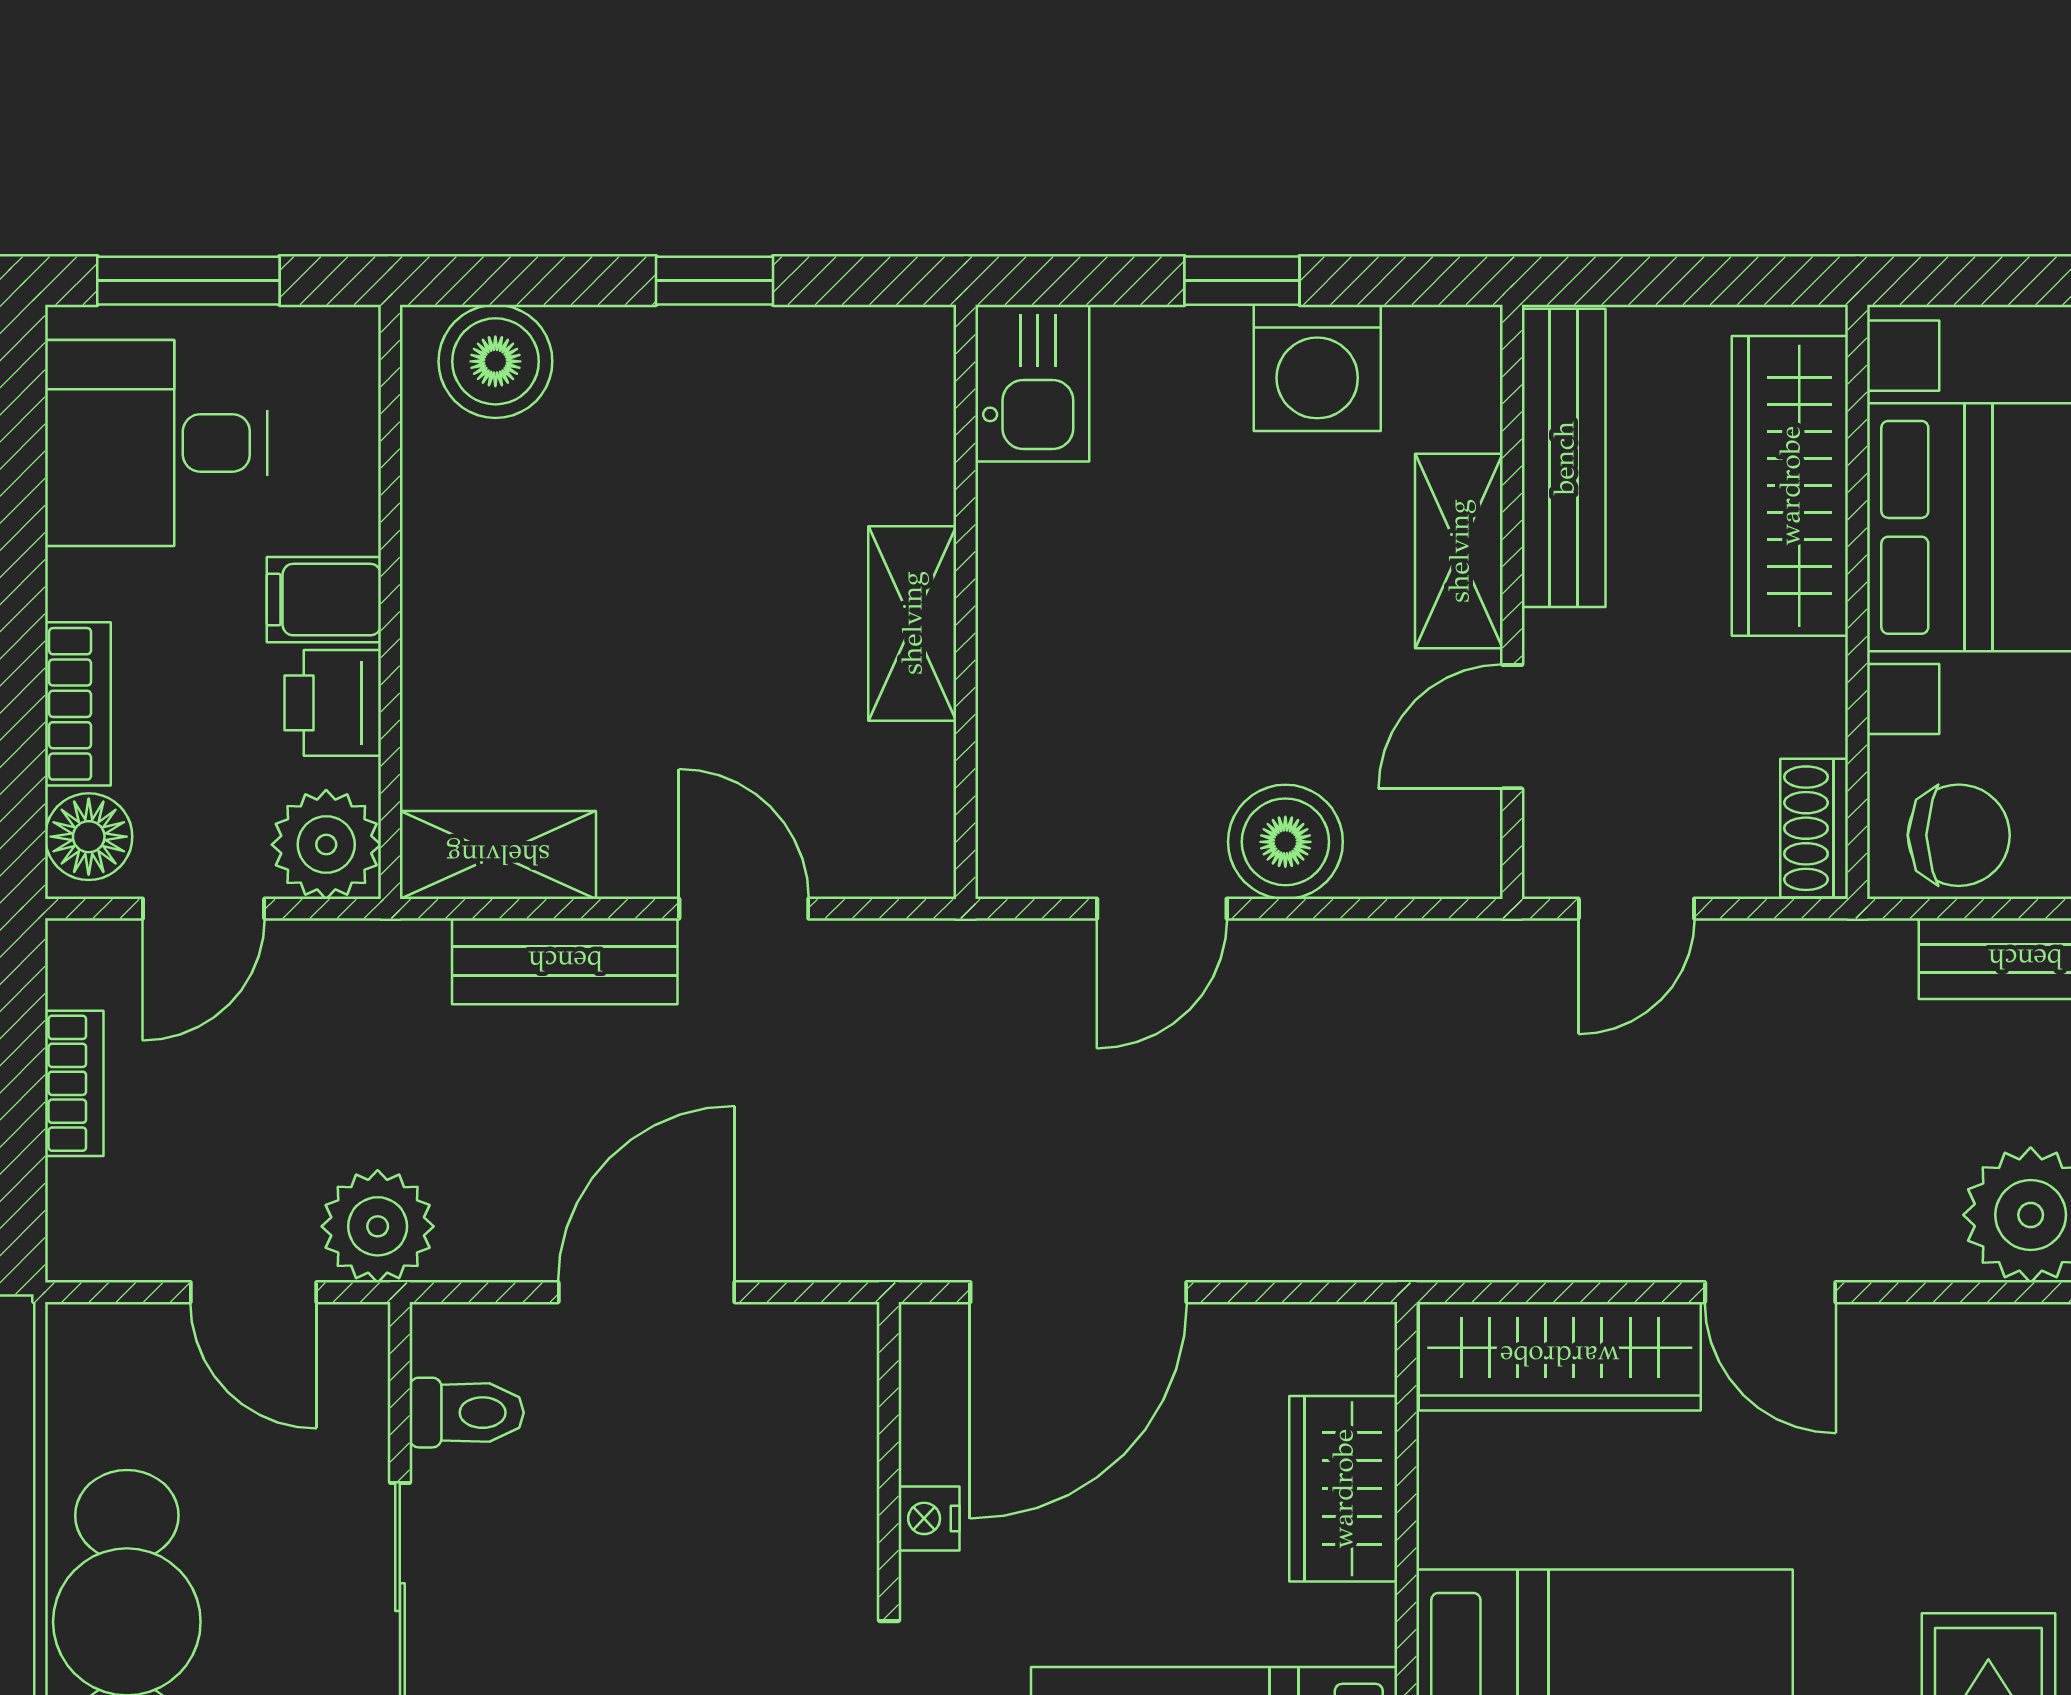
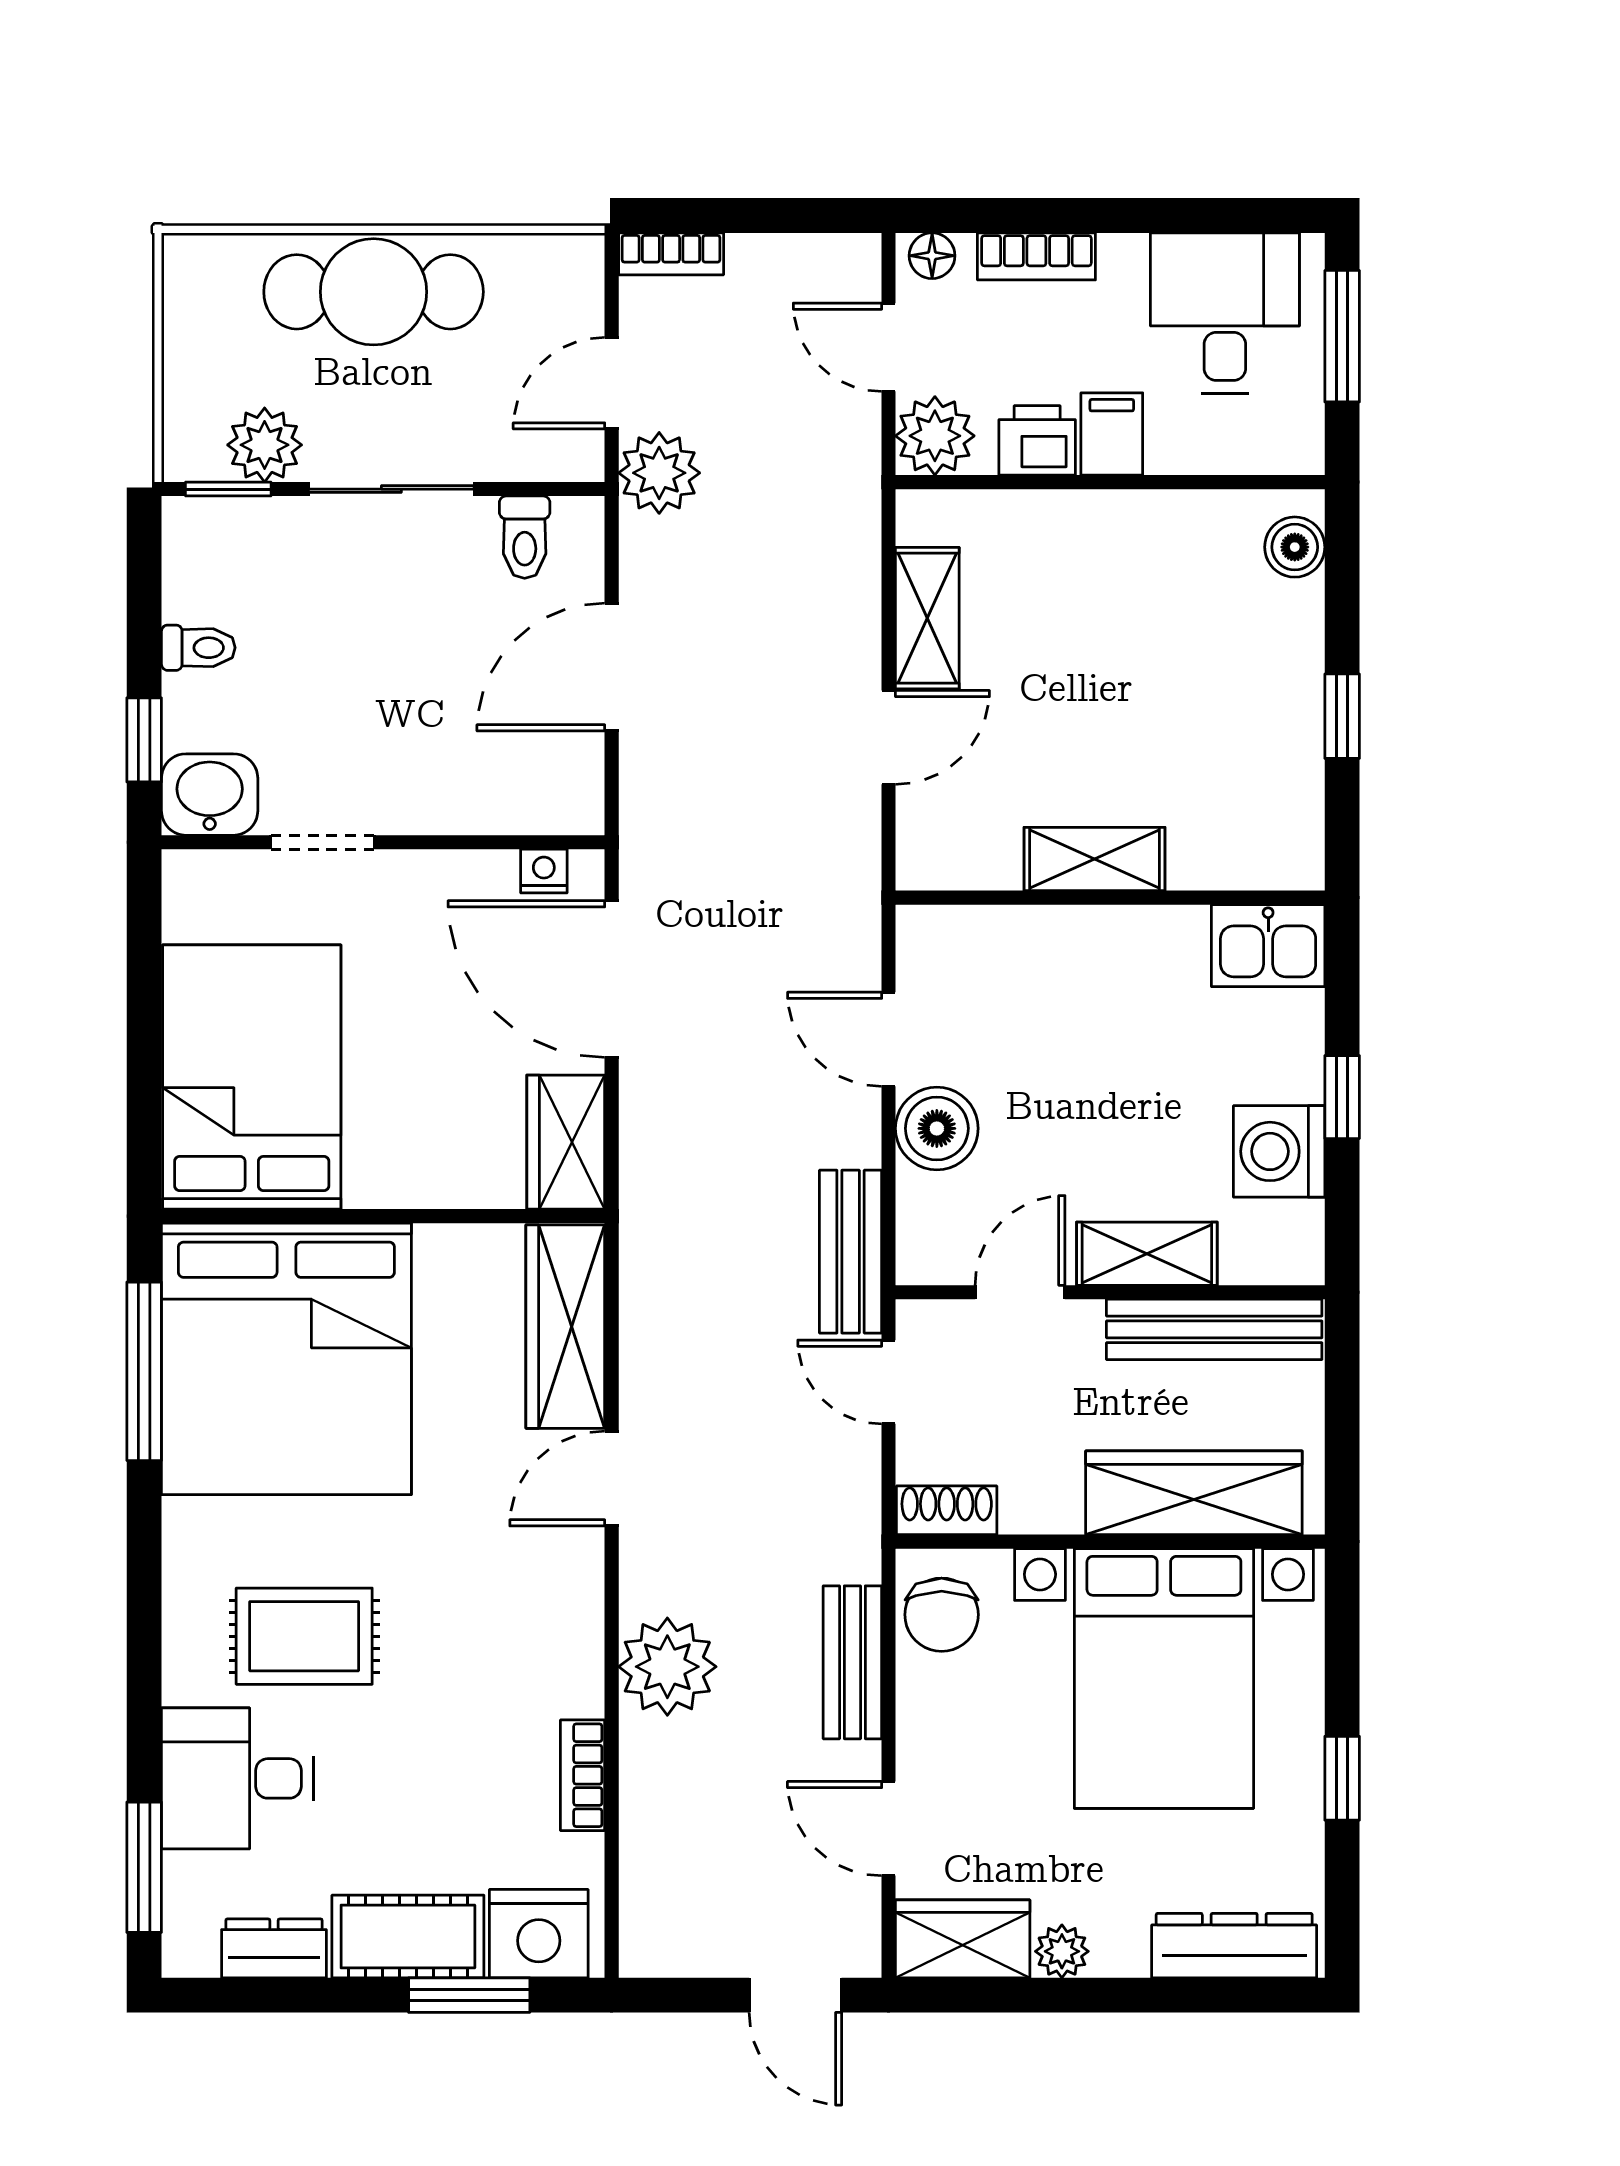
boiler: (495, 361) -> (1295, 547), width x0.73, depth x0.73
door: (1512, 727) -> (1020, 1292), hinge flipped
floor lamp: (89, 837) -> (932, 256), width x0.73, depth x0.73
shelving: (498, 855) -> (927, 618), moved
bench: (565, 961) -> (851, 1252), moved
bookcase: (74, 1083) -> (671, 254), moved
door: (646, 1292) -> (612, 667), swing flipped
wardrobe: (1343, 1489) -> (566, 1142), moved, turned -90
nightstand: (929, 1518) -> (544, 871), moved

